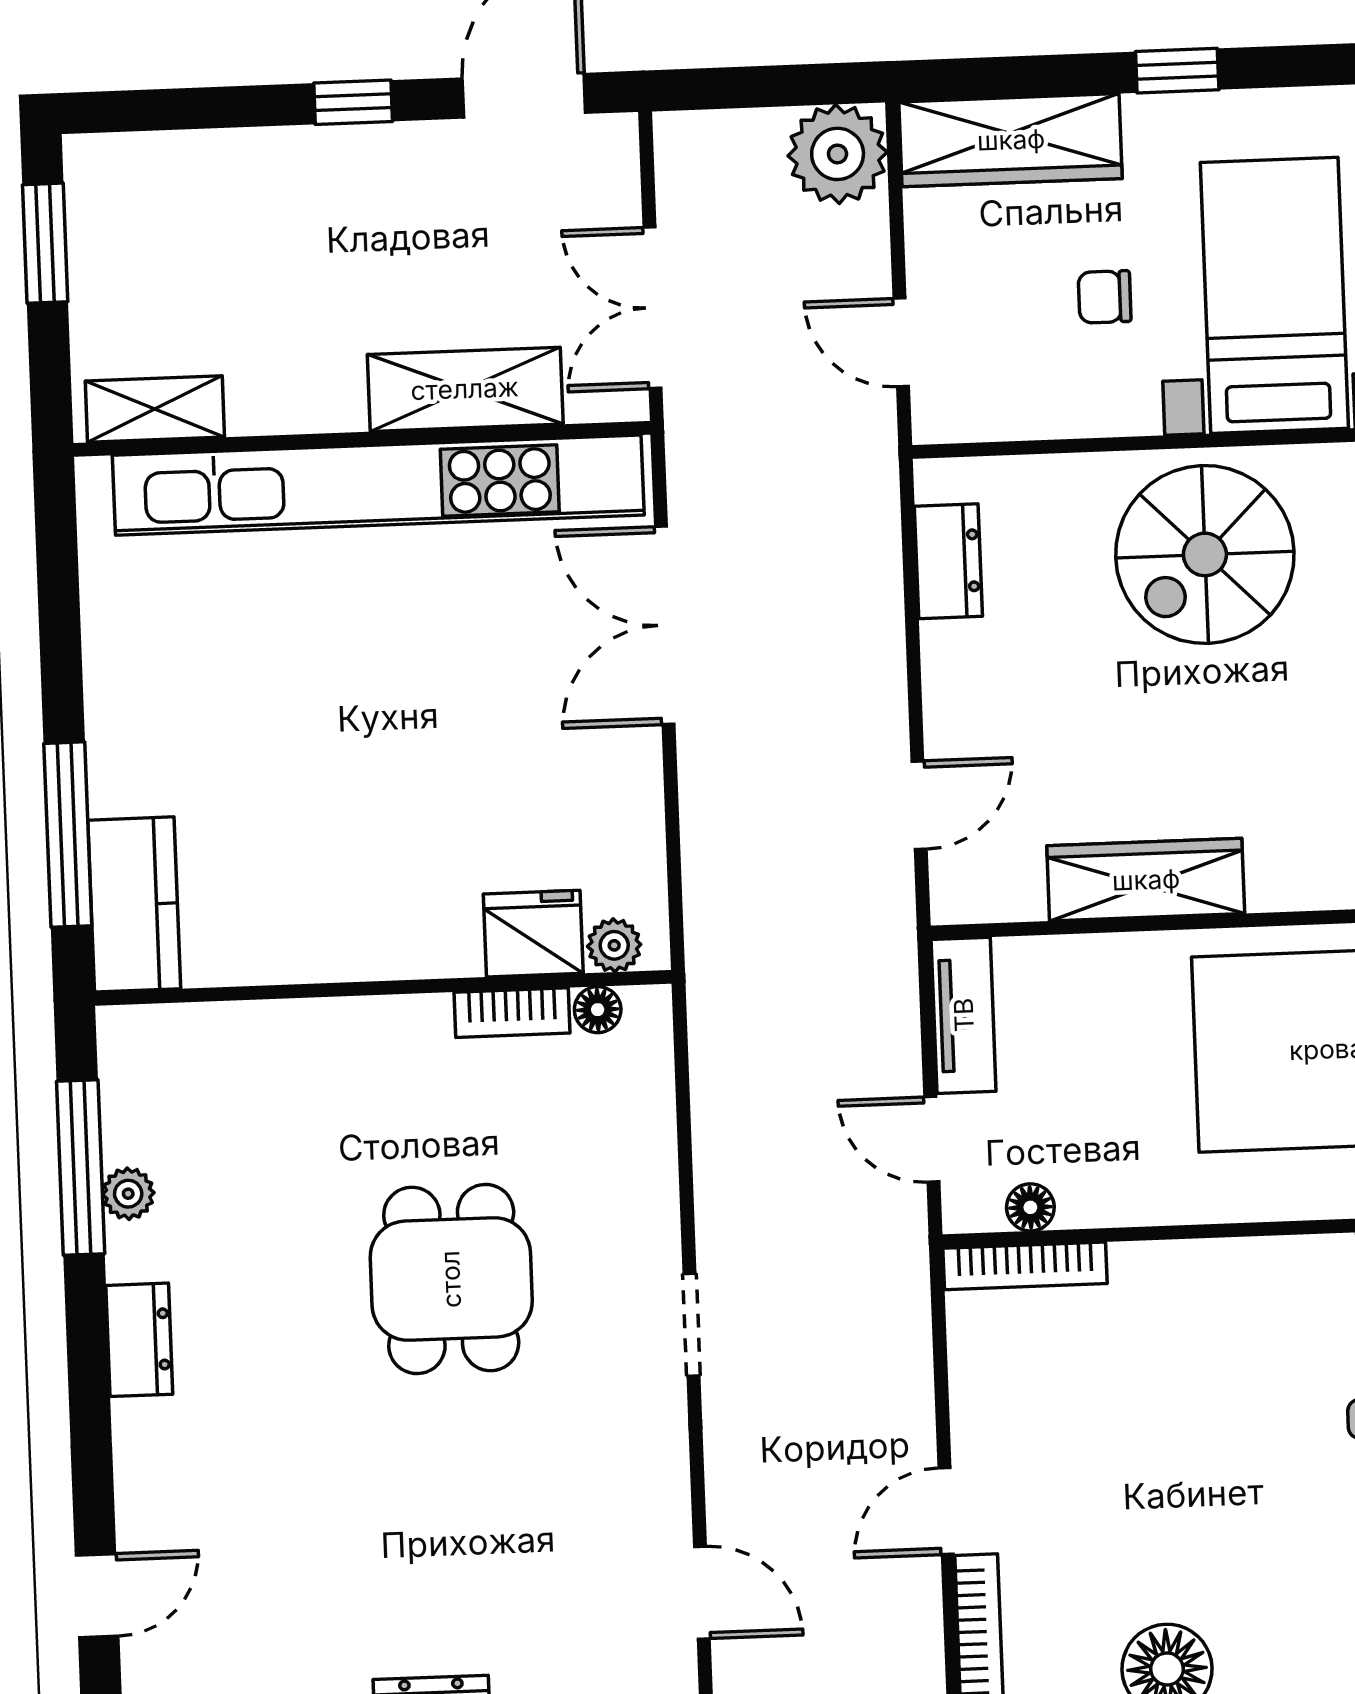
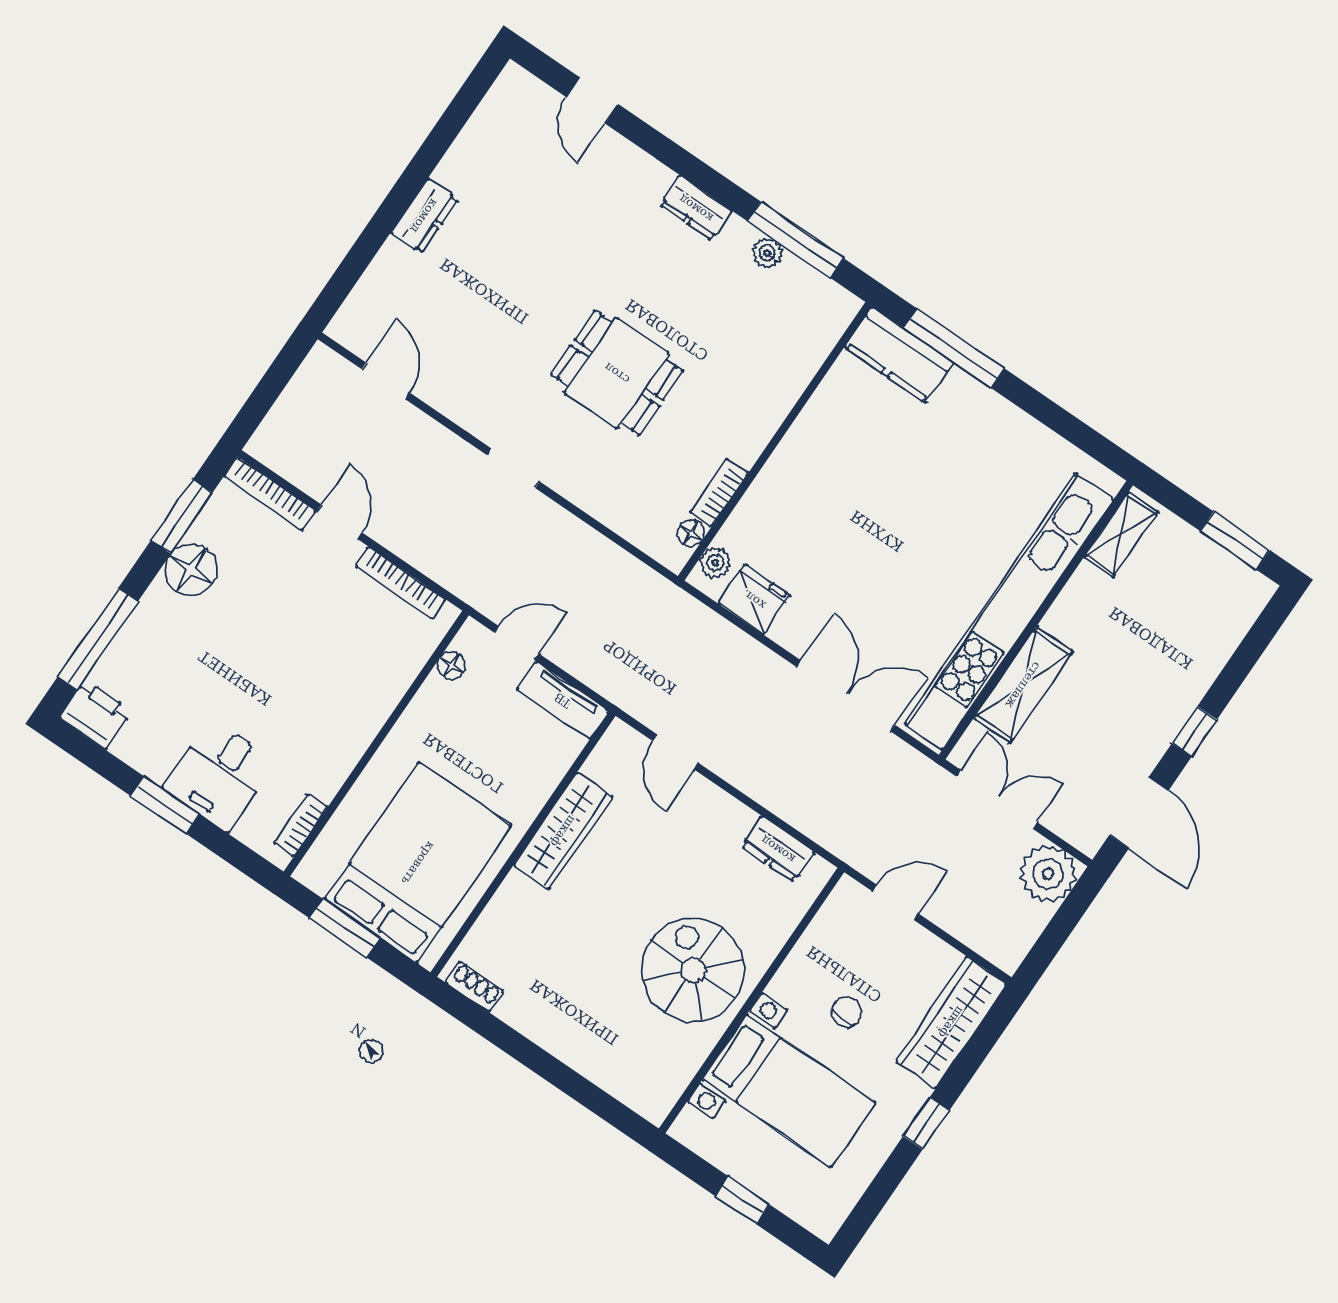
plant: (838, 154) -> (1048, 874), moved
fridge: (533, 934) -> (754, 599), moved, turned -90
bookcase: (1025, 1266) -> (400, 583), moved, turned -90
door: (702, 1593) -> (386, 381), swing flipped

